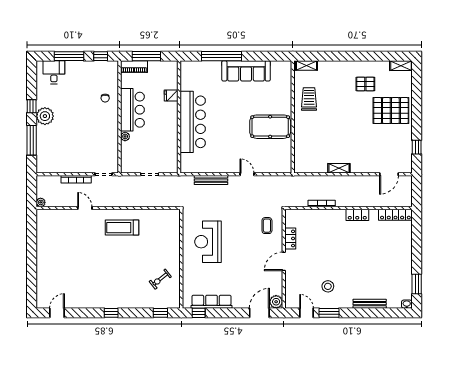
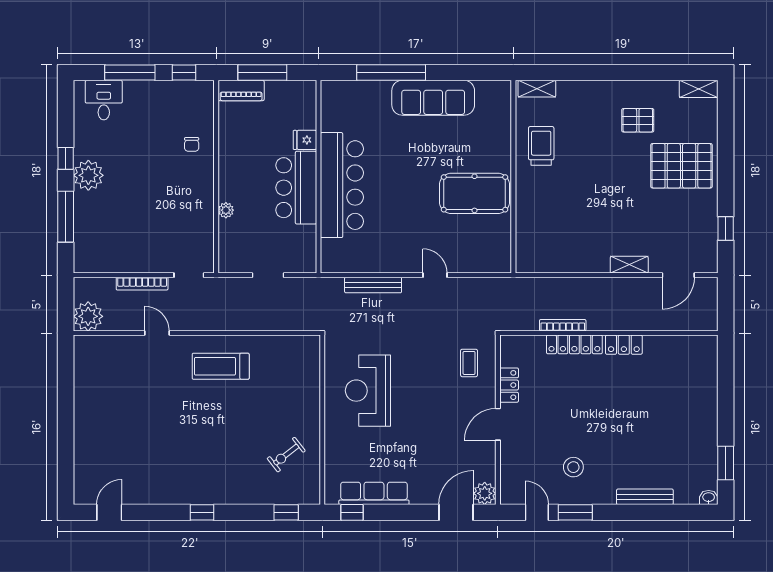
bar counter: (132, 110) -> (296, 188), moved, turned 180
shelving: (339, 168) -> (629, 265), moved
plant: (41, 202) -> (88, 316), width x1.87, depth x1.87
locker: (395, 215) -> (574, 344), moved

